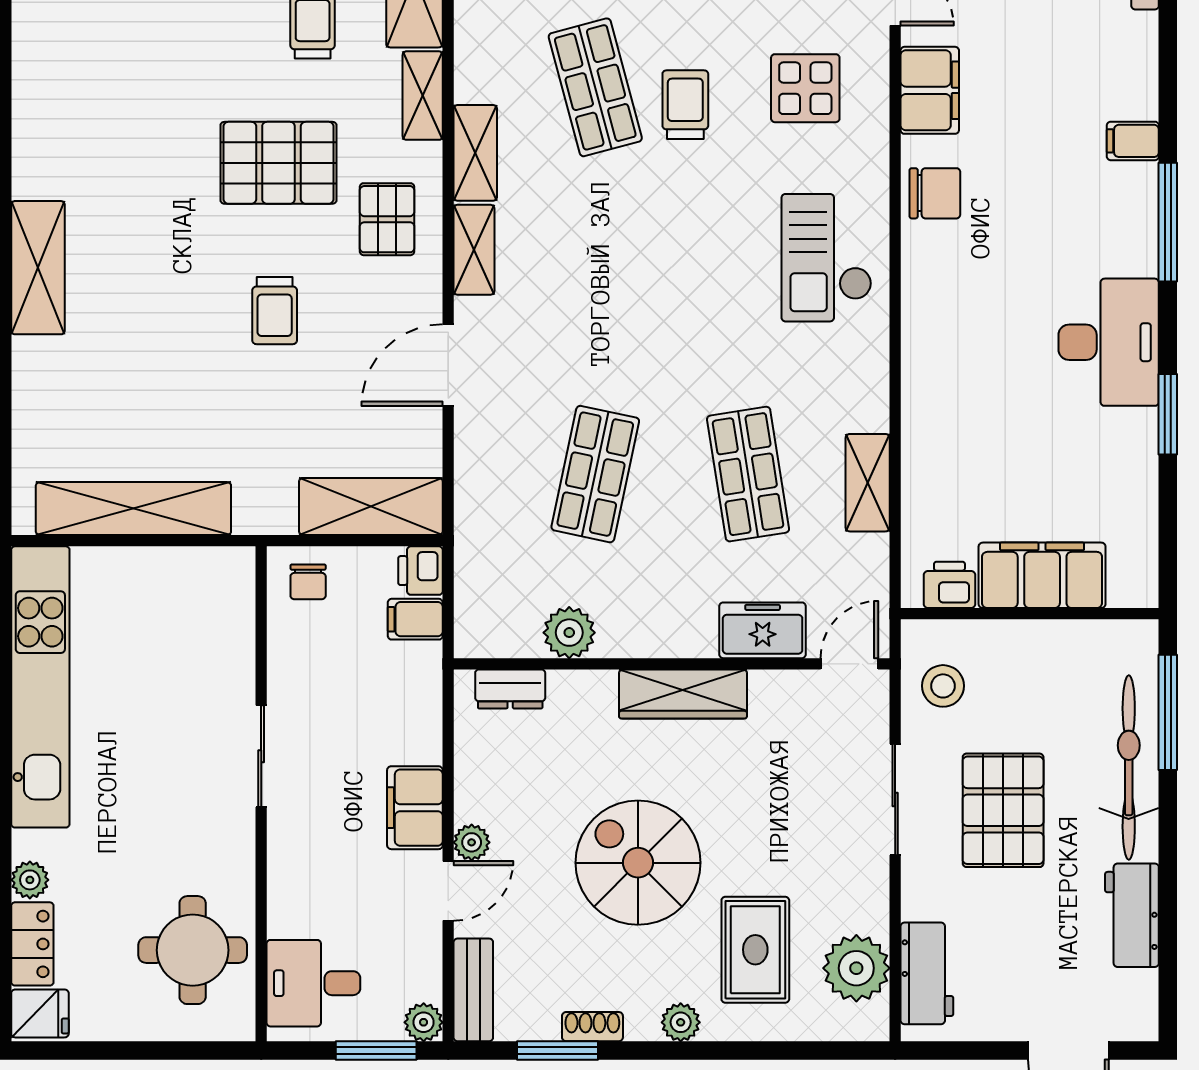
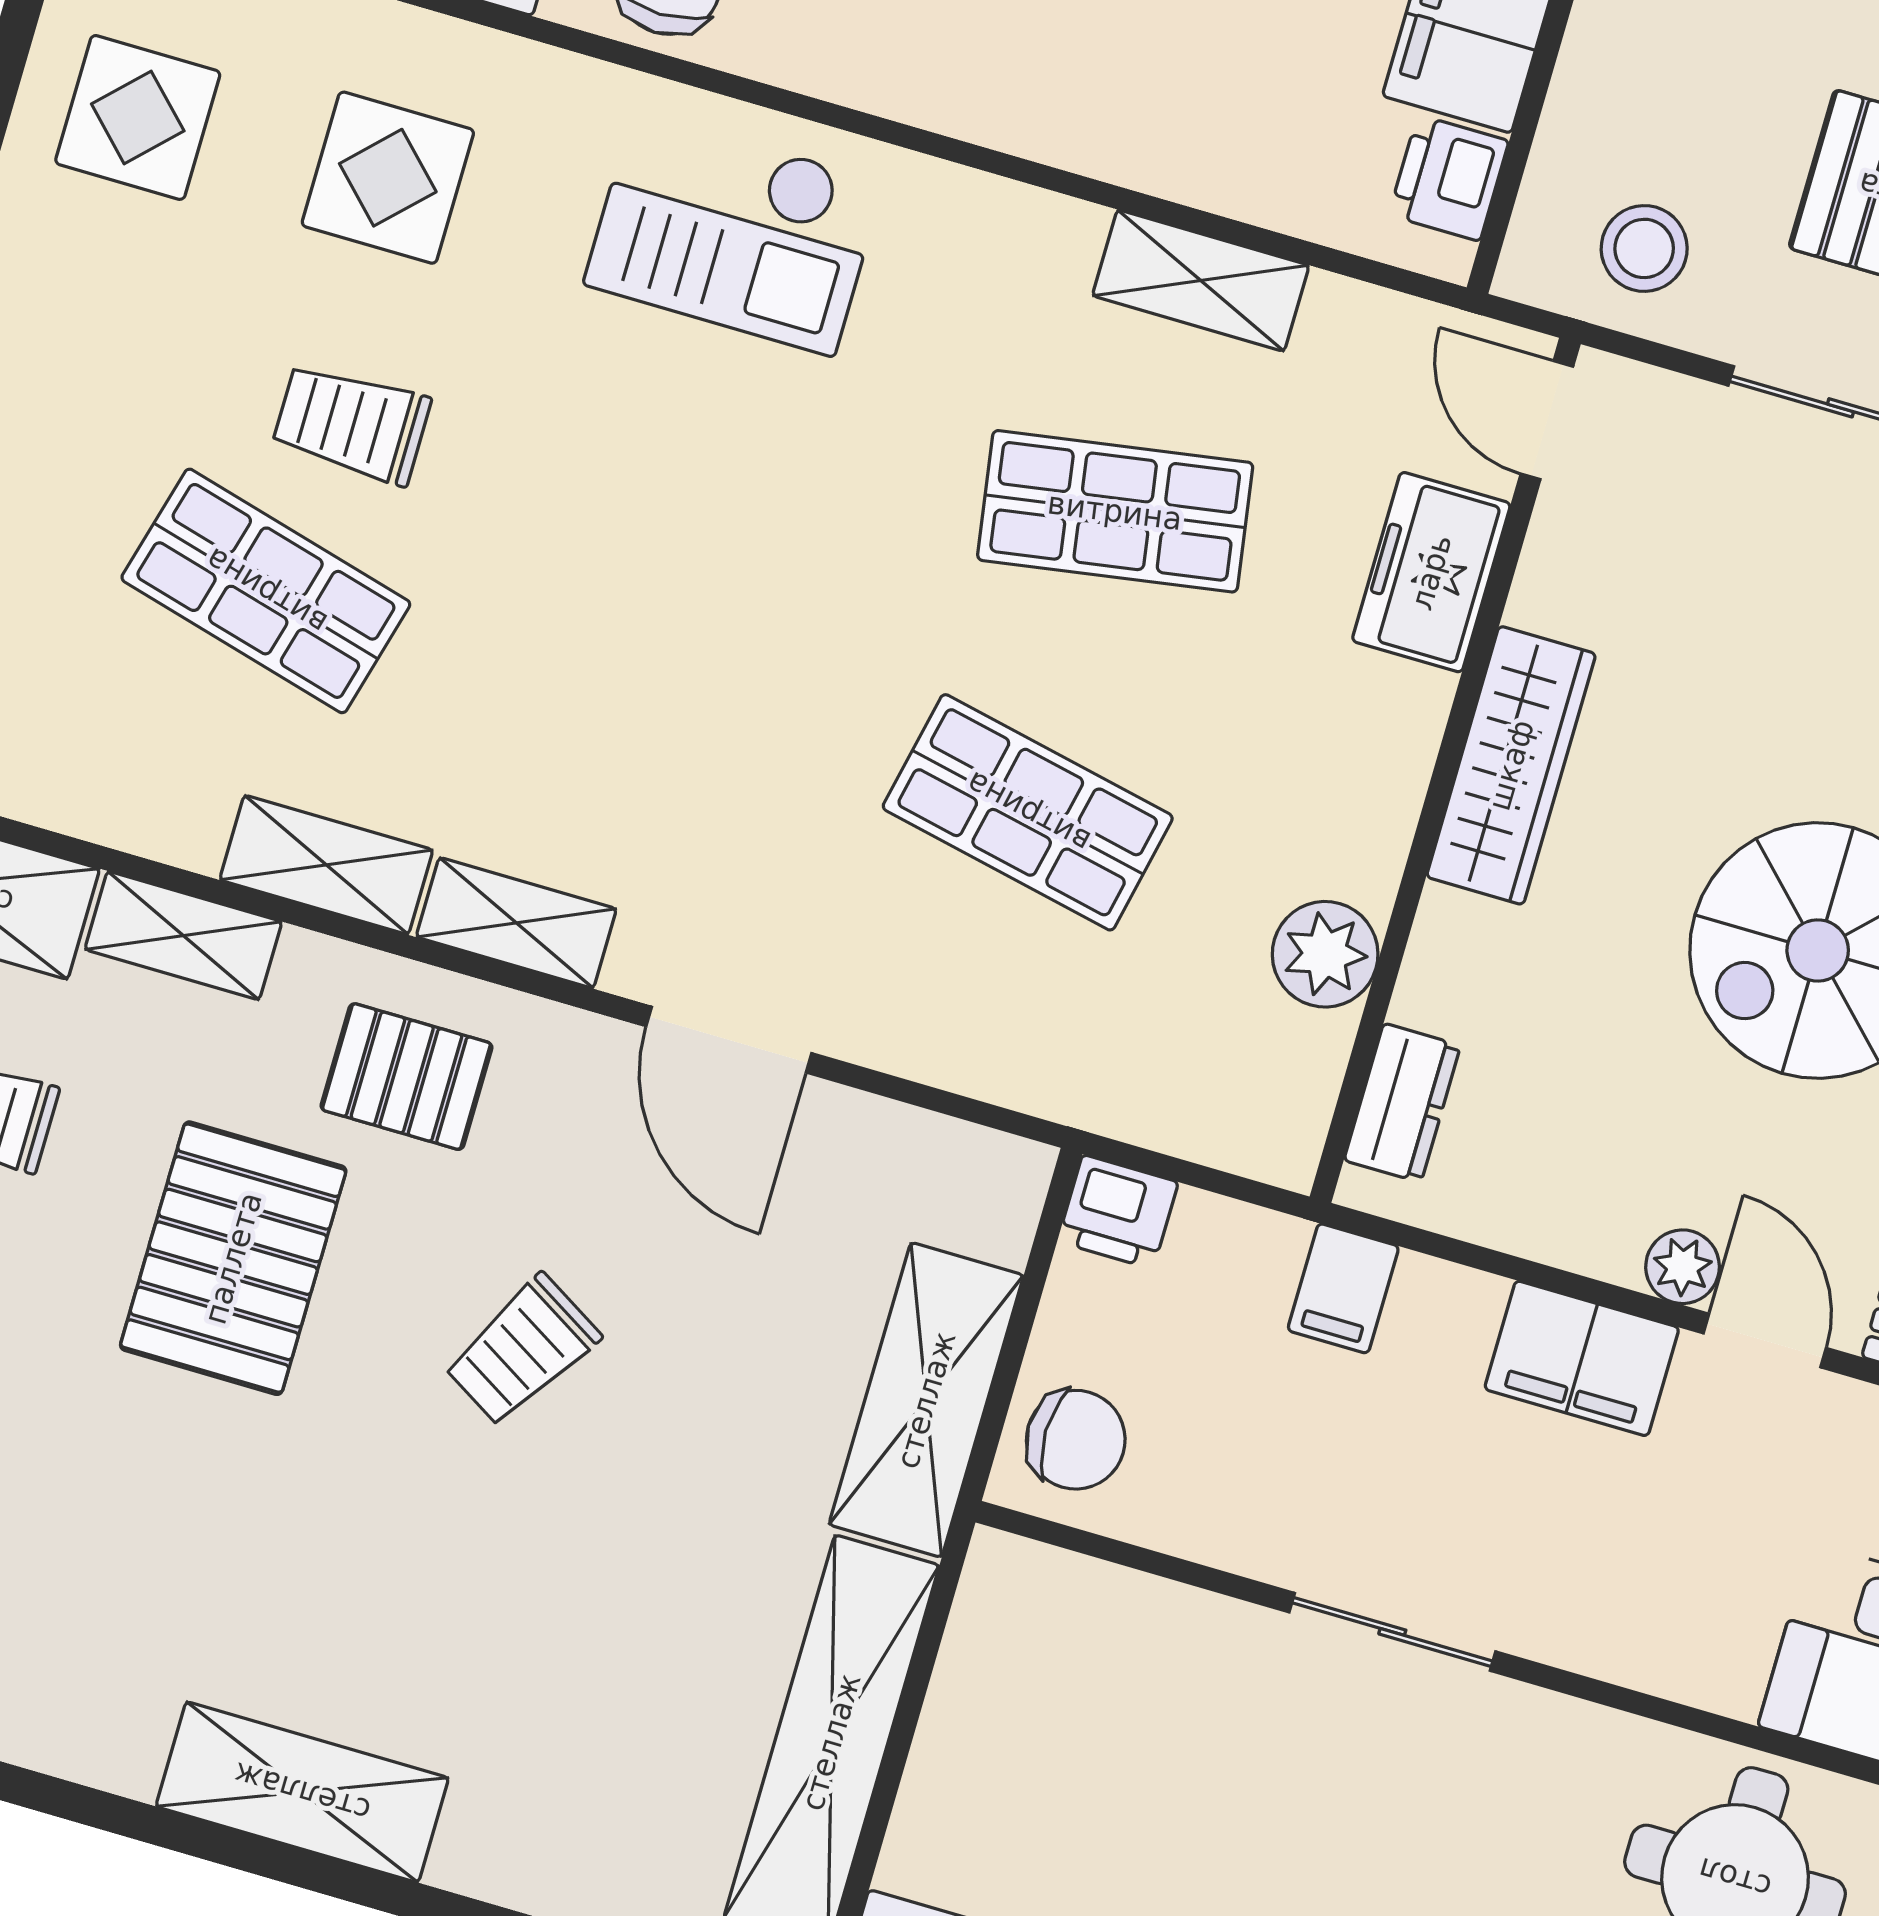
shop shelf: (595, 87) -> (266, 591), turned 30
trolley: (275, 311) -> (522, 1350), turned 121
shelving: (371, 506) -> (926, 1400), moved
chair: (308, 582) -> (1076, 1440), width x1.37, depth x1.37
filing cabinet: (415, 619) -> (1343, 1288), moved

